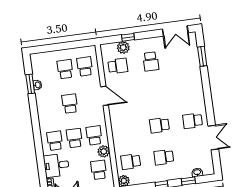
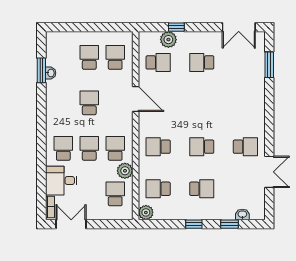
school desk: (151, 61) -> (202, 62), turned 90
school desk: (193, 121) -> (245, 147), turned 180
school desk: (126, 130) -> (158, 147), added
school desk: (164, 157) -> (202, 189), turned 180

